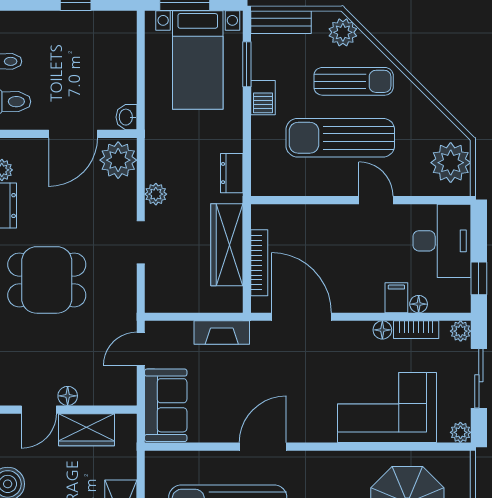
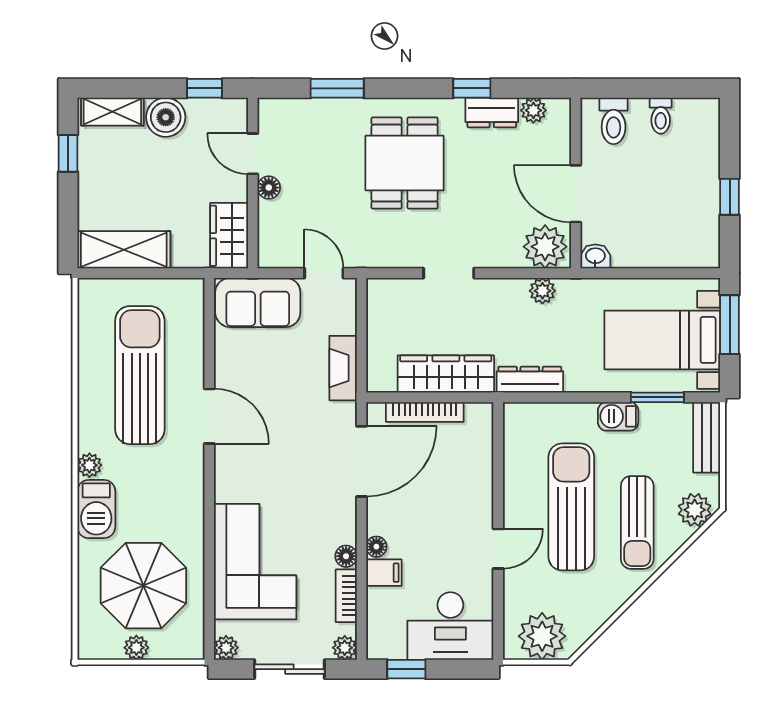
dresser: (232, 173) -> (530, 380), width x1.44
plant: (156, 194) -> (542, 291), moved
floor lamp: (419, 304) -> (376, 547), moved
wardrobe: (87, 430) -> (229, 236), moved

